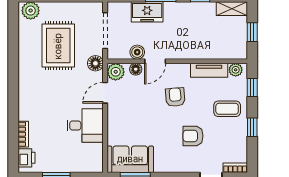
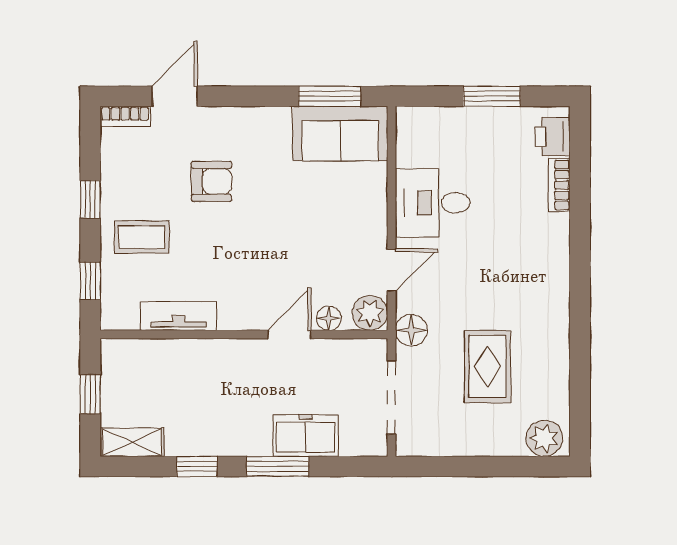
rug: (58, 46) -> (487, 367), width x0.73, depth x0.70
boiler: (137, 52) -> (326, 353), removed
plant: (236, 70) -> (124, 317), removed
armchair: (175, 97) -> (248, 261), removed

